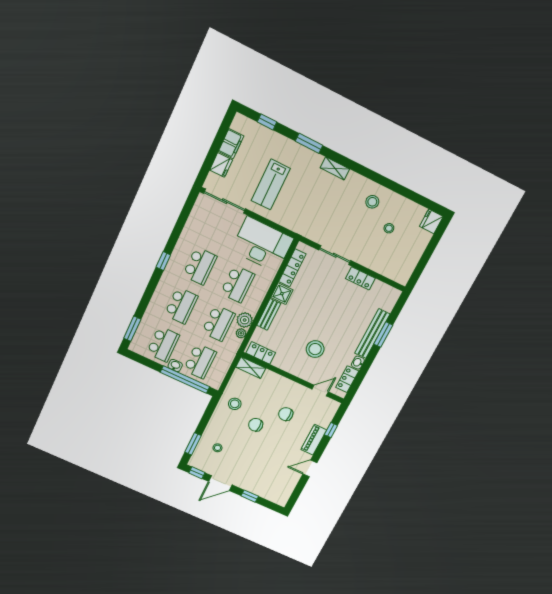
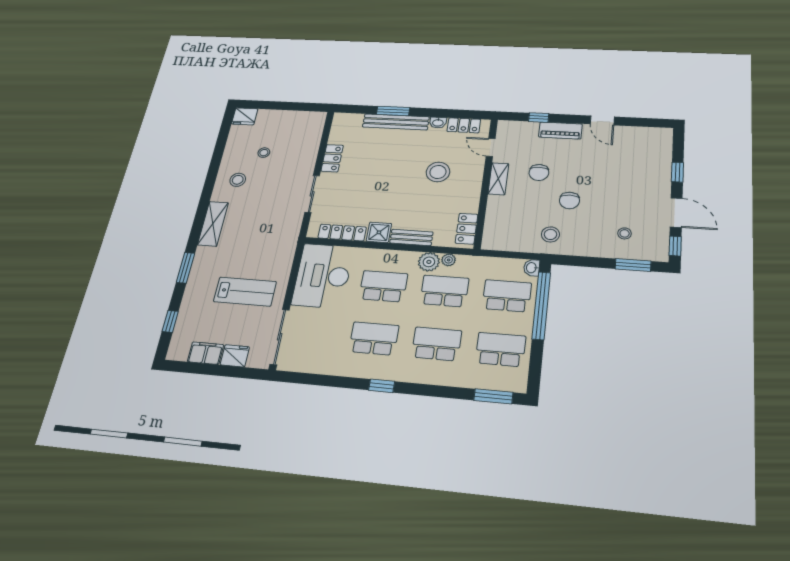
shelving: (335, 168) -> (213, 224), width x1.50, depth x1.33
washbasin: (175, 365) -> (532, 268), moved
shelving: (251, 368) -> (498, 179), moved

